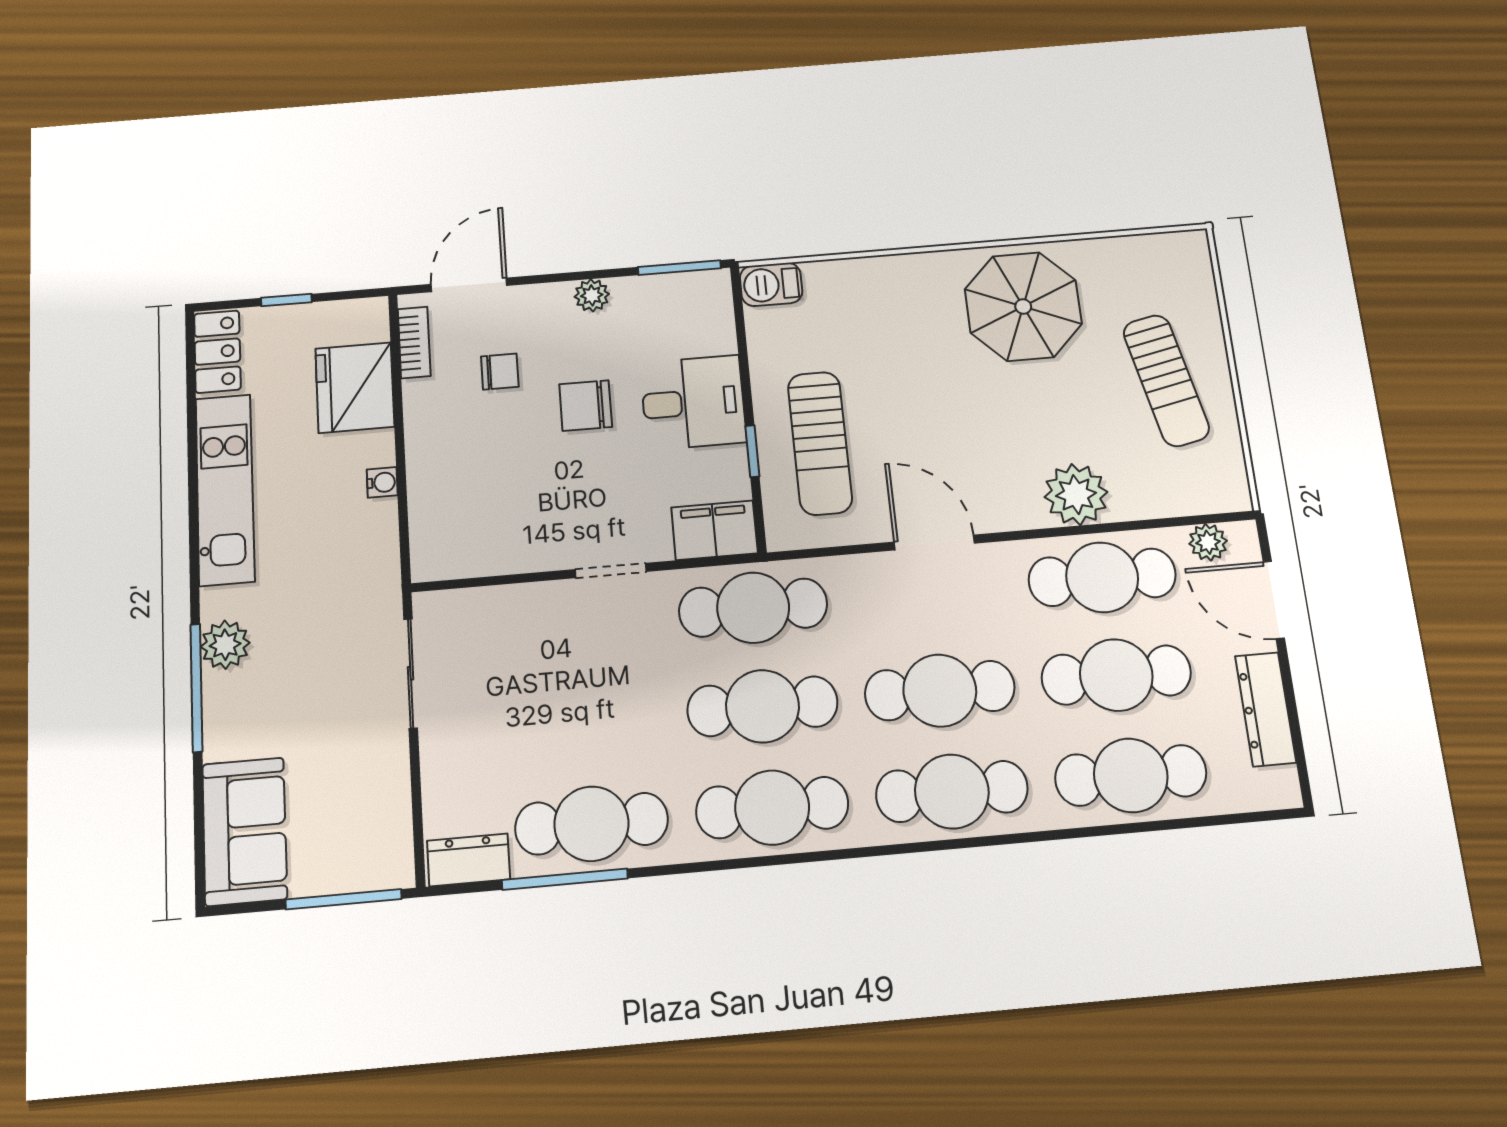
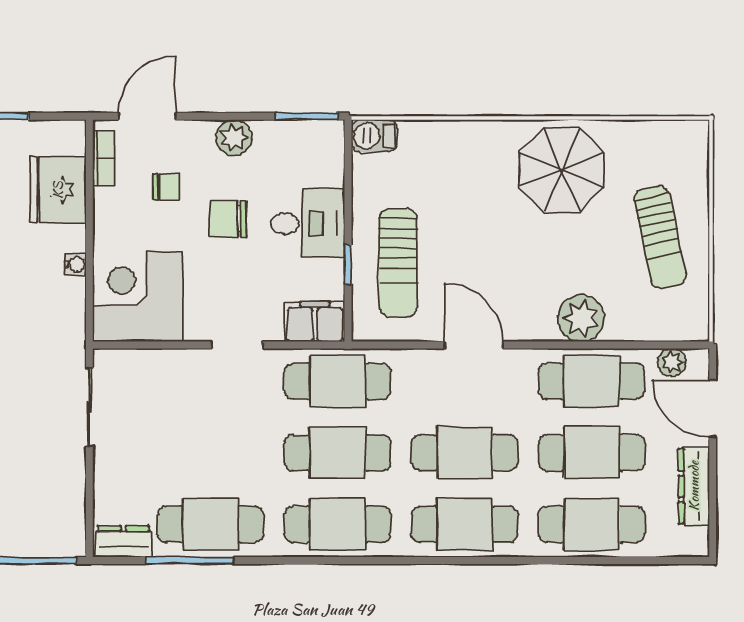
plant: (592, 295) -> (234, 138), width x1.38, depth x1.38
corner desk: (470, 518) -> (138, 297), added

